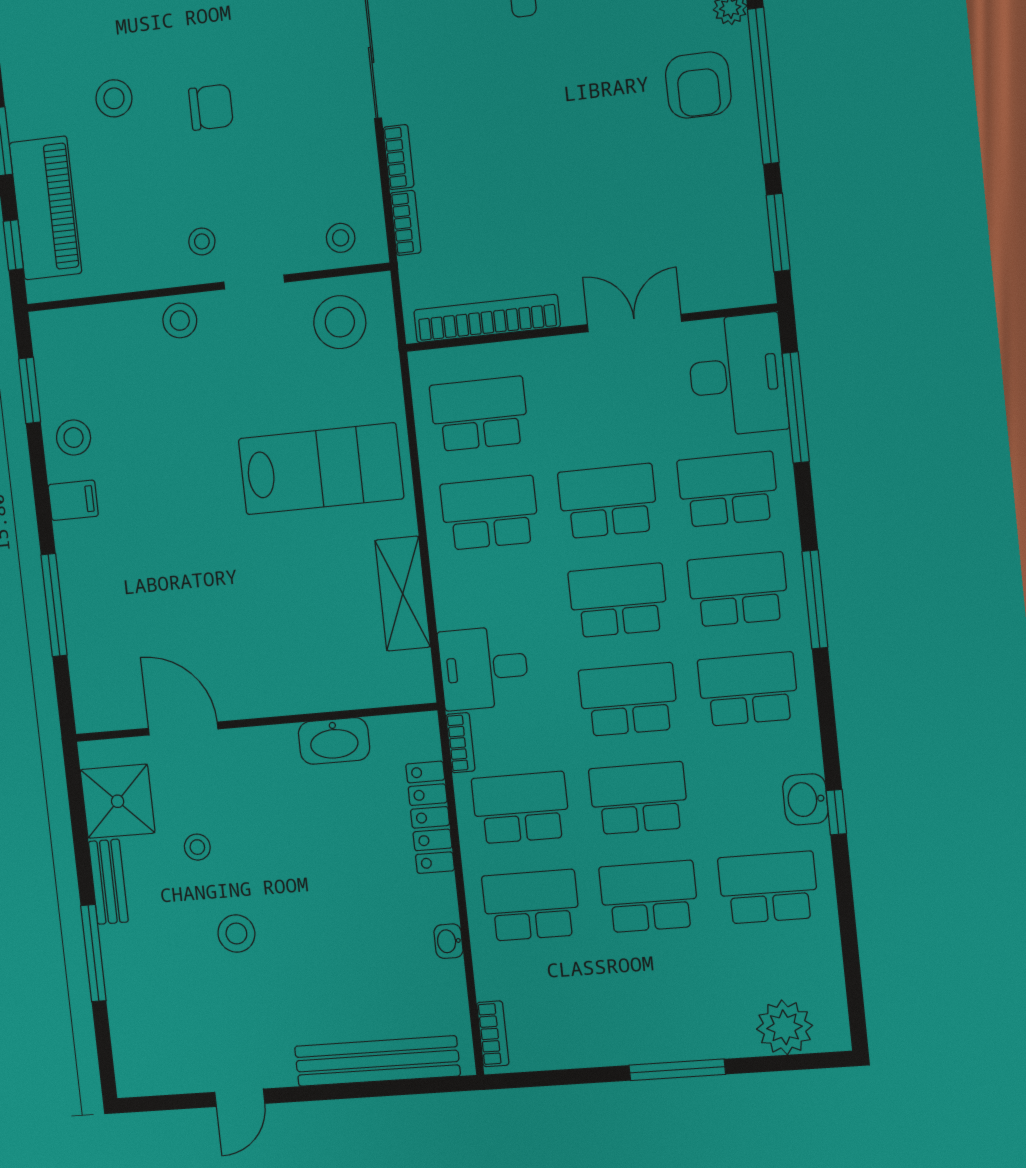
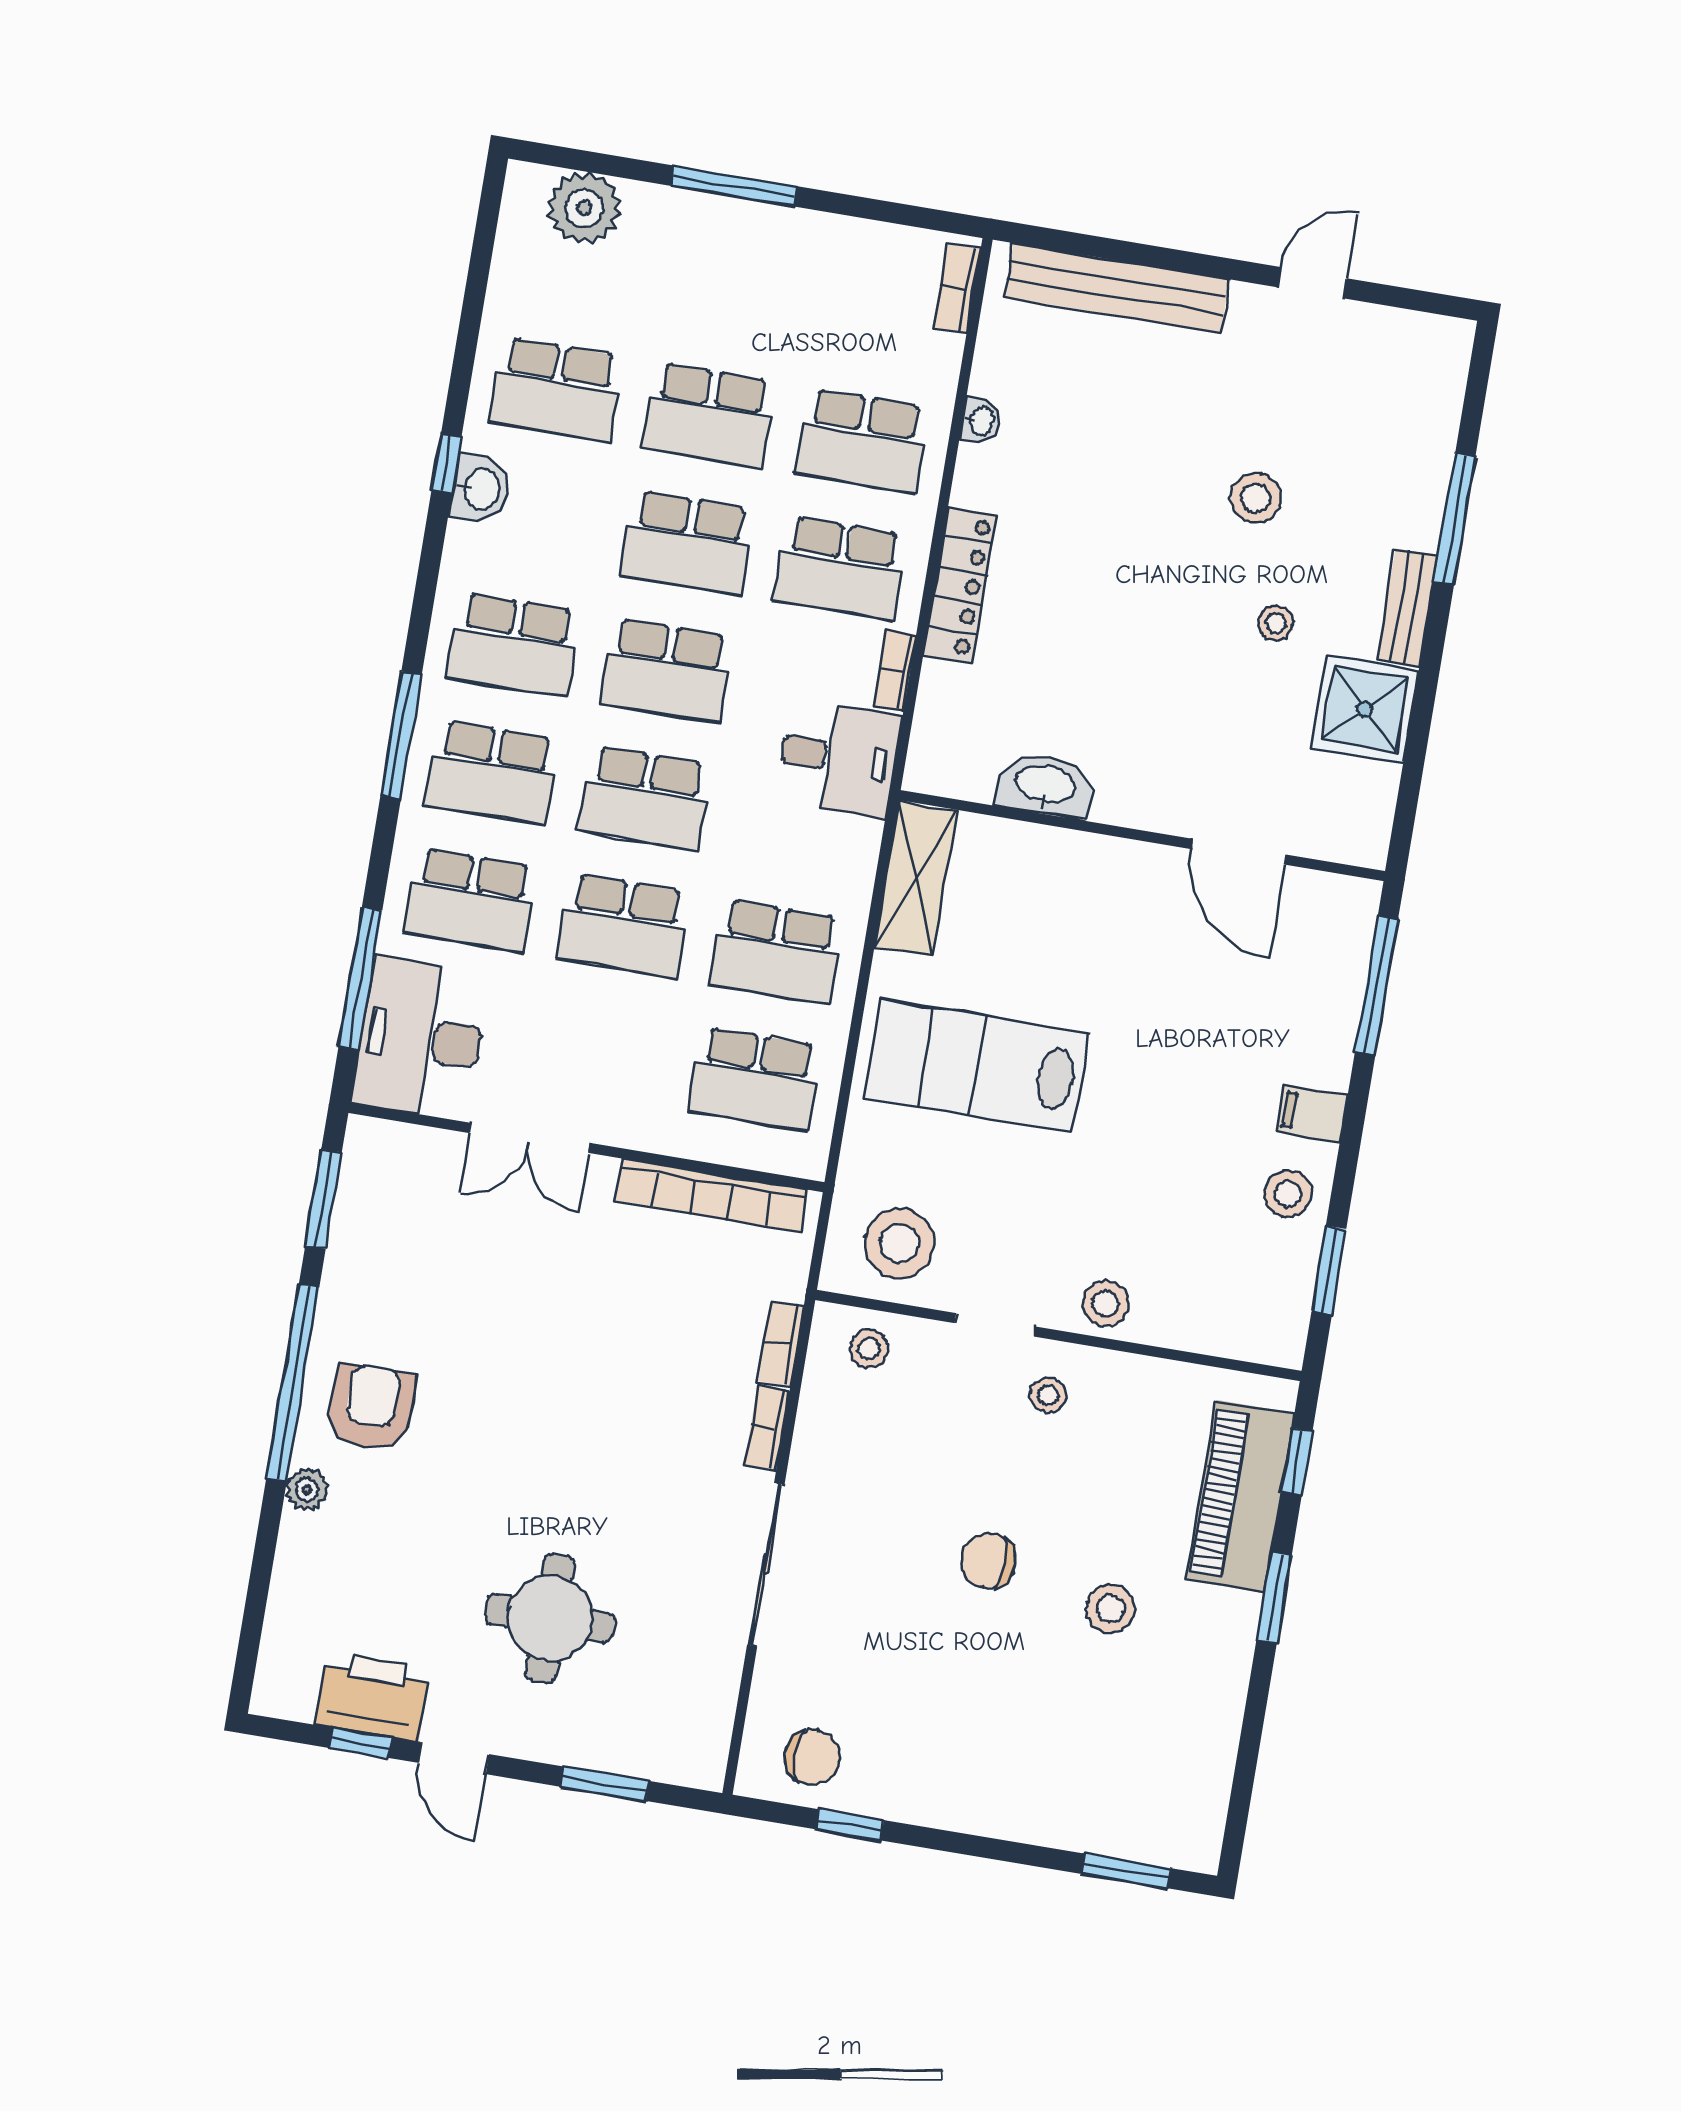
wall: (255, 722) -> (1142, 836), moved
door: (183, 729) -> (1239, 852), moved
washbasin: (334, 741) -> (1045, 785), moved

